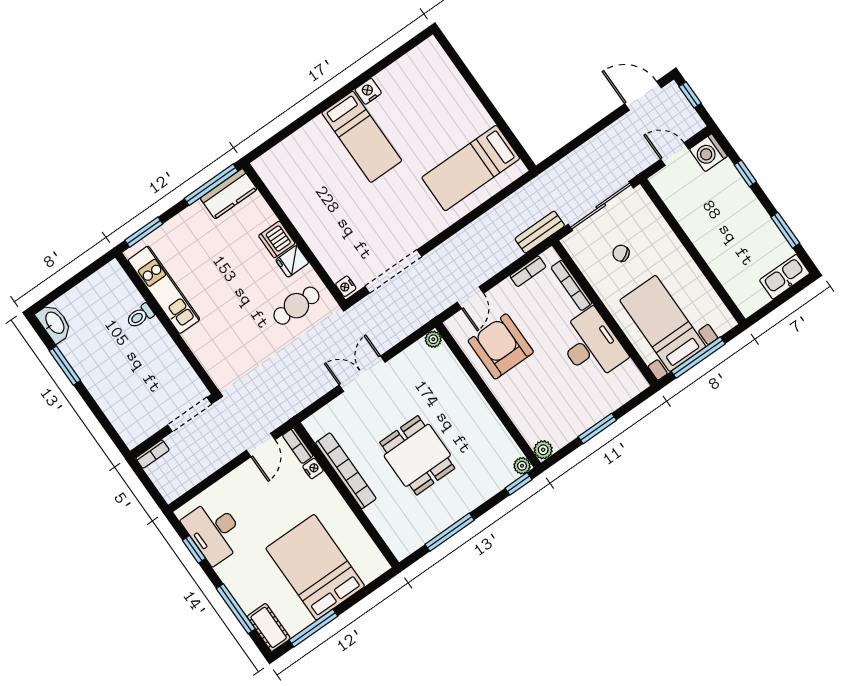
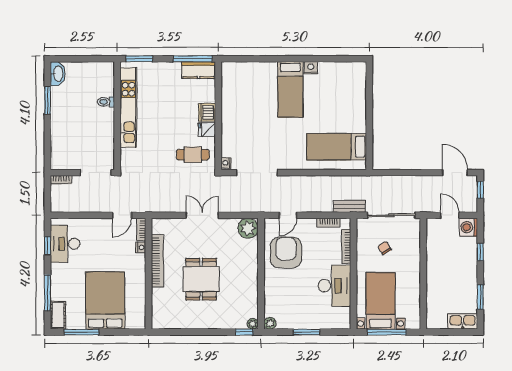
kitchen unit: (164, 290) -> (128, 108), width x1.36
plant: (433, 339) -> (248, 228), width x1.88, depth x1.88
window: (450, 532) -> (190, 332), removed

